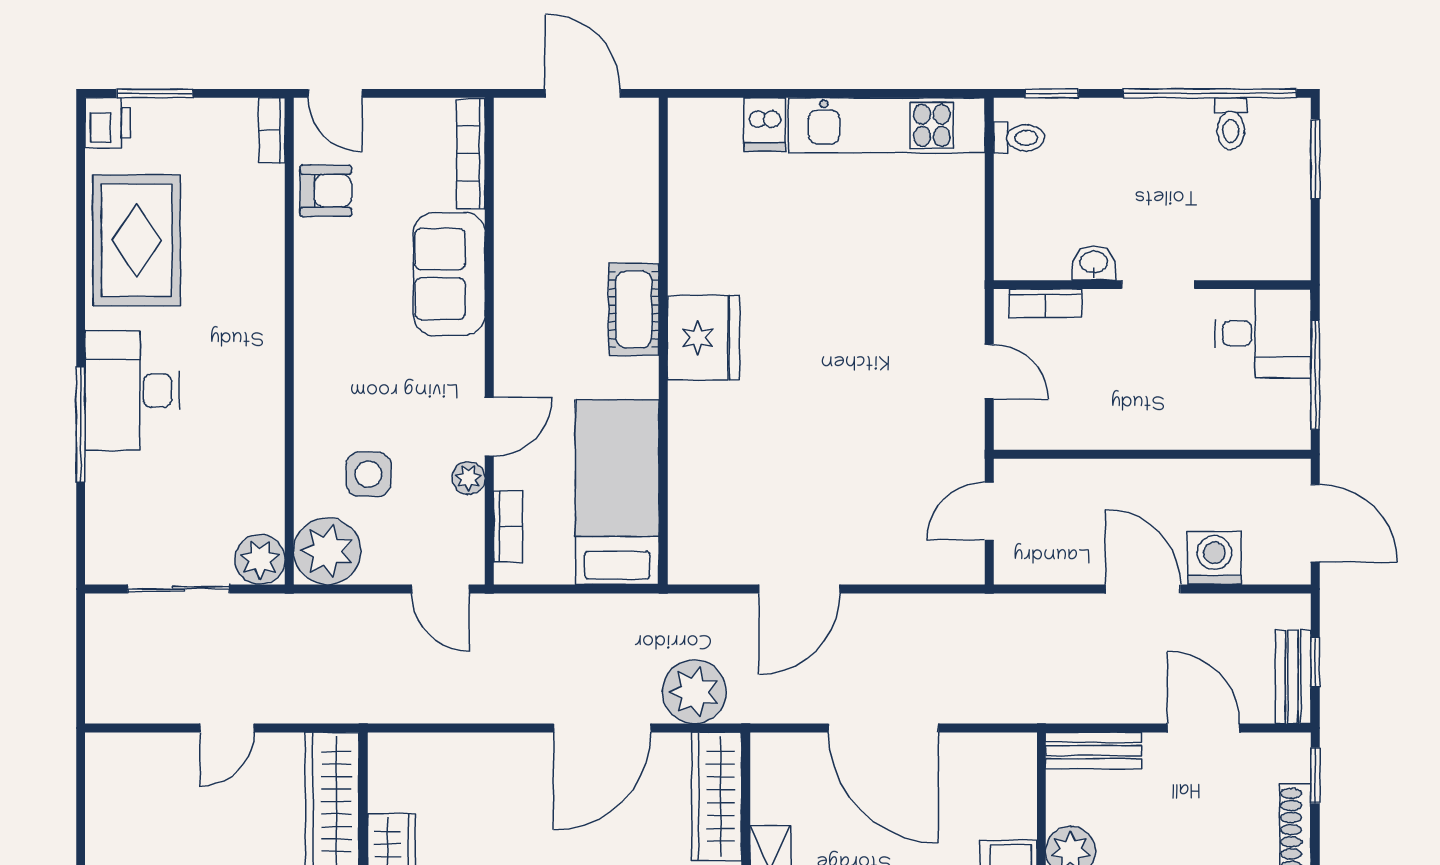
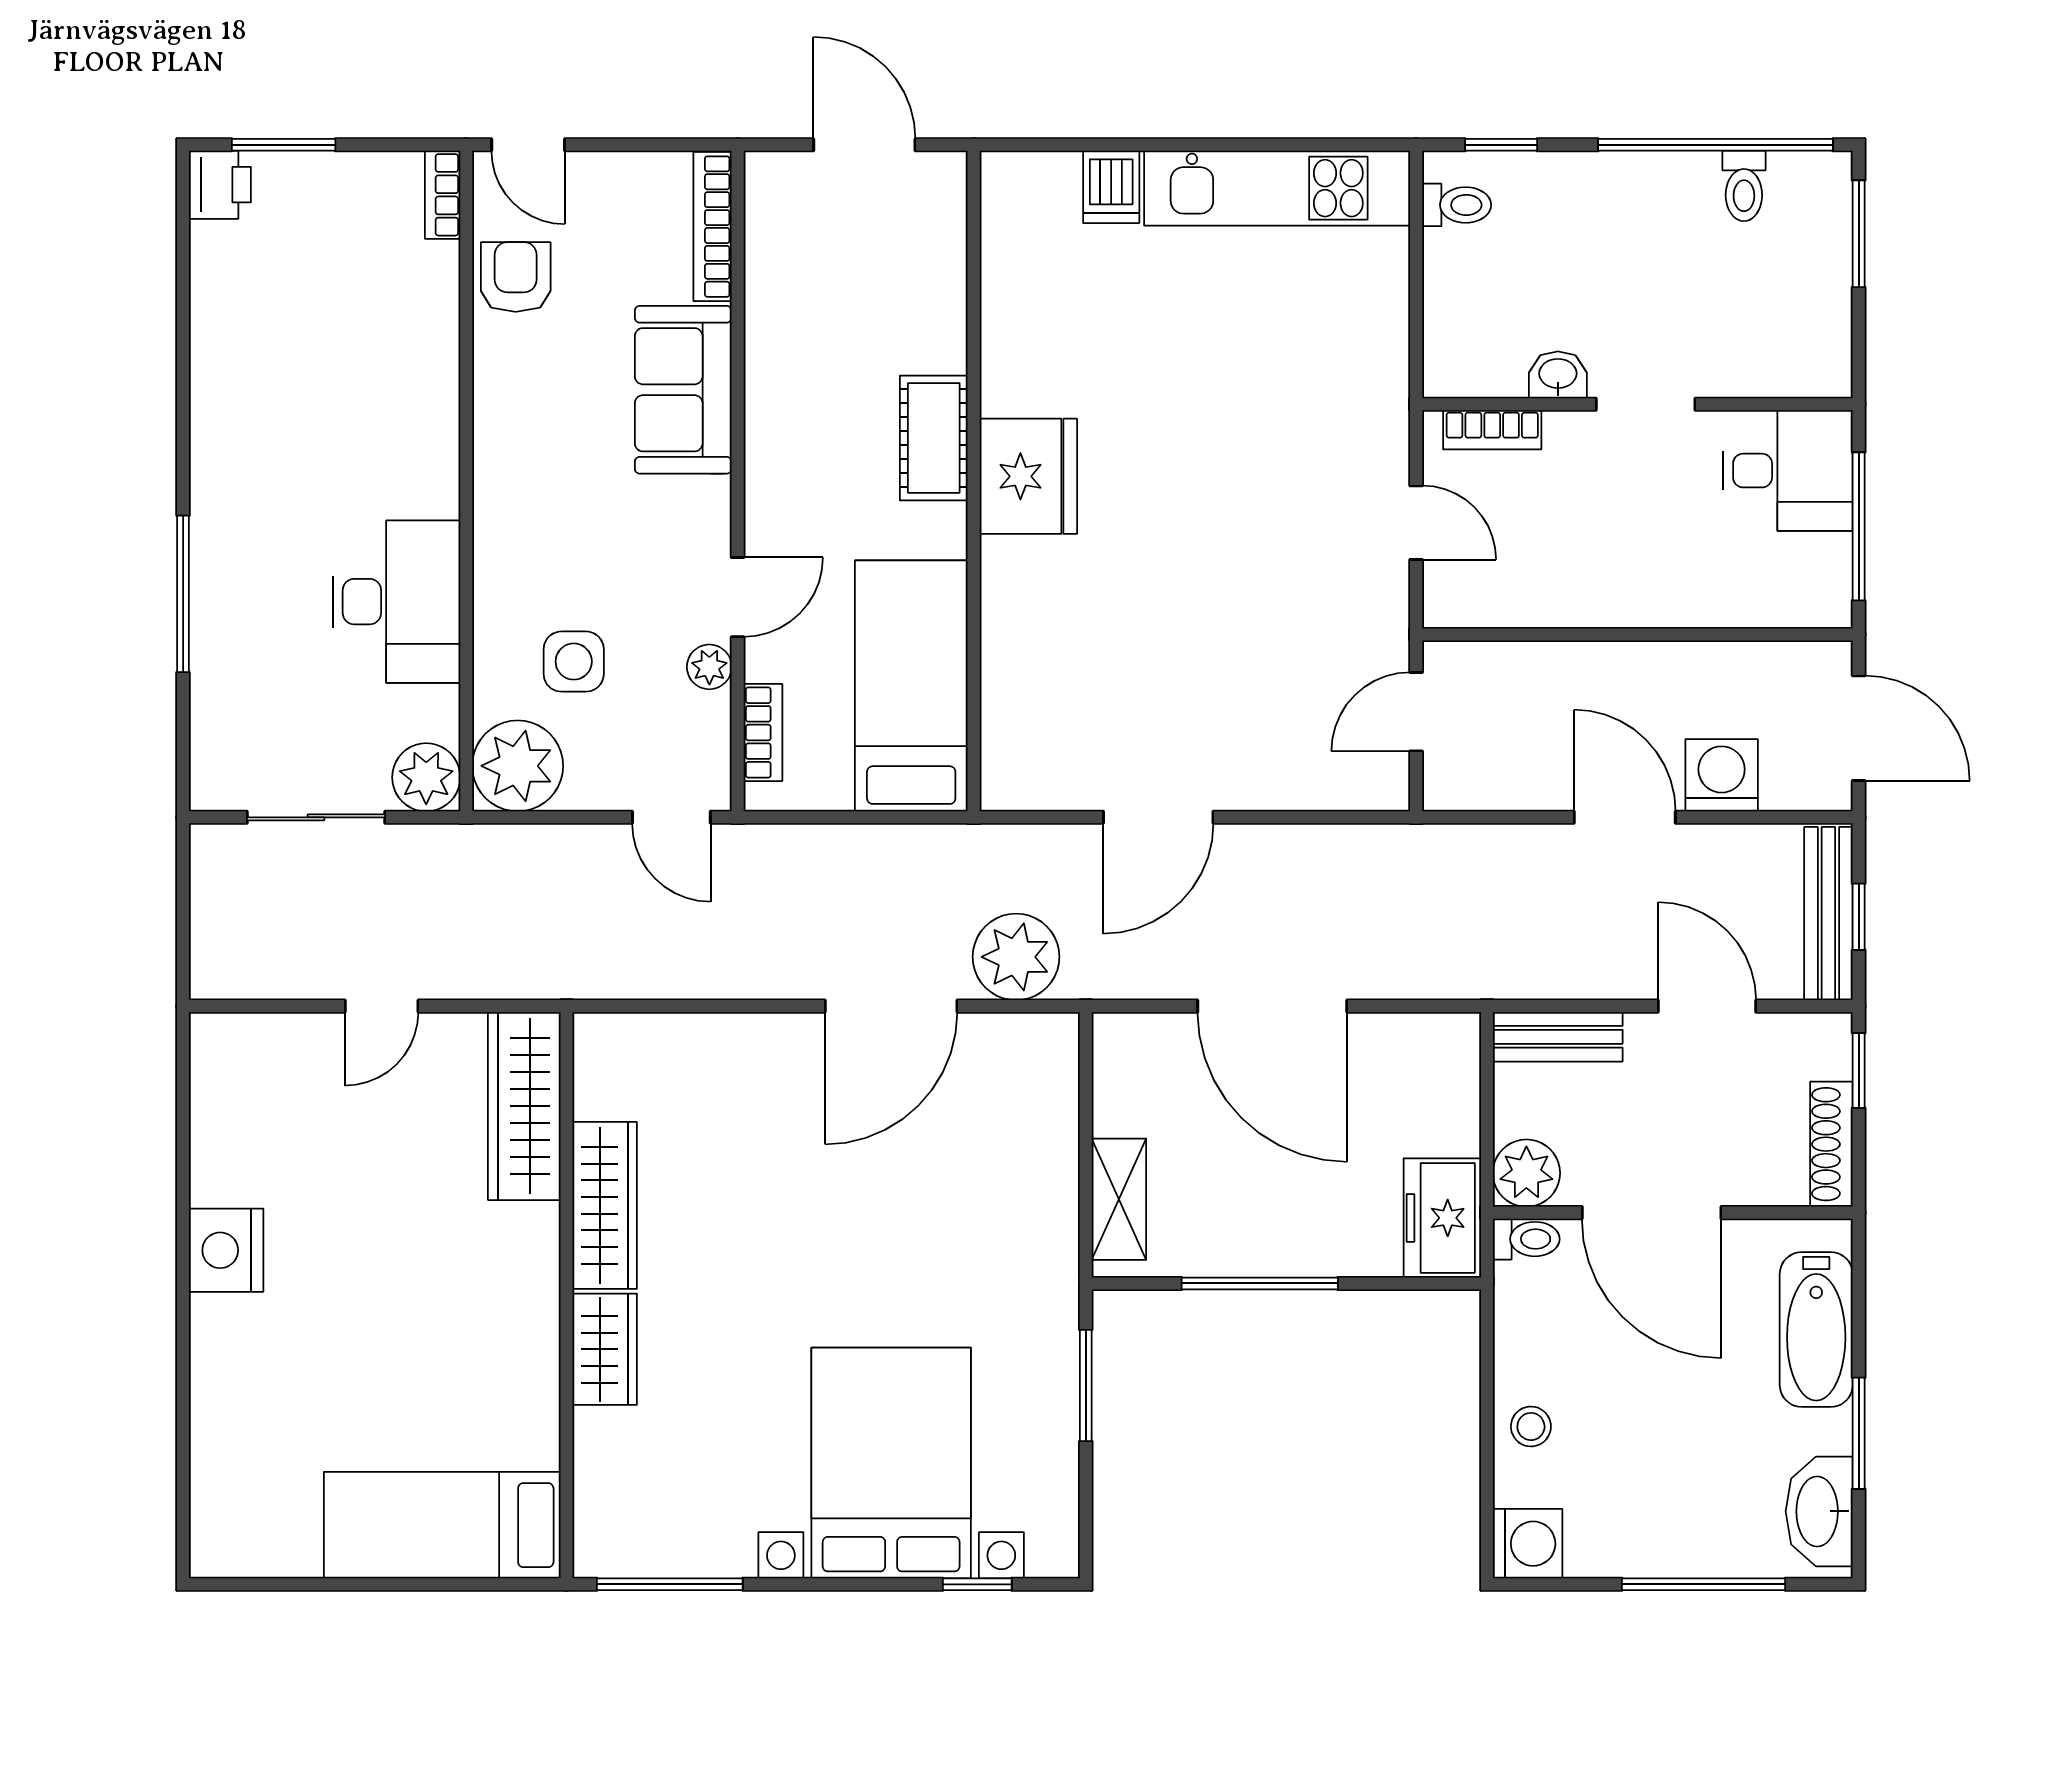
armchair: (326, 191) -> (516, 277), turned -90
rug: (137, 240) -> (259, 344), removed
desk: (132, 391) -> (396, 602), moved, turned 180
bench: (1293, 677) -> (1828, 914), width x1.36
wardrobe: (717, 797) -> (1046, 1099), removed

